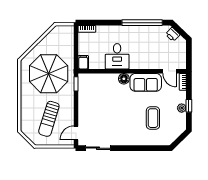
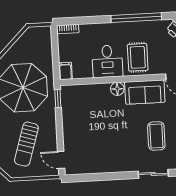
rug: (141, 54) -> (138, 57), added
door: (76, 133) -> (61, 160), hinge flipped
sliding door: (98, 148) -> (153, 174), moved

